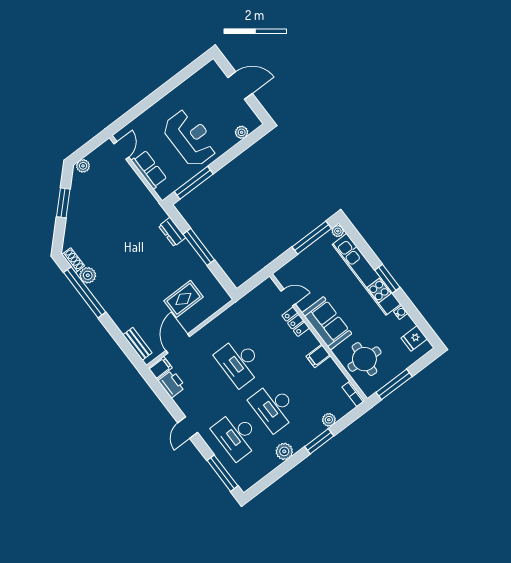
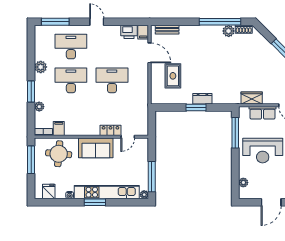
wardrobe: (142, 194) -> (252, 98), added
dresser: (172, 232) -> (202, 99), moved
window: (199, 247) -> (196, 107), width x0.69
filing cabinet: (318, 356) -> (59, 128), moved

